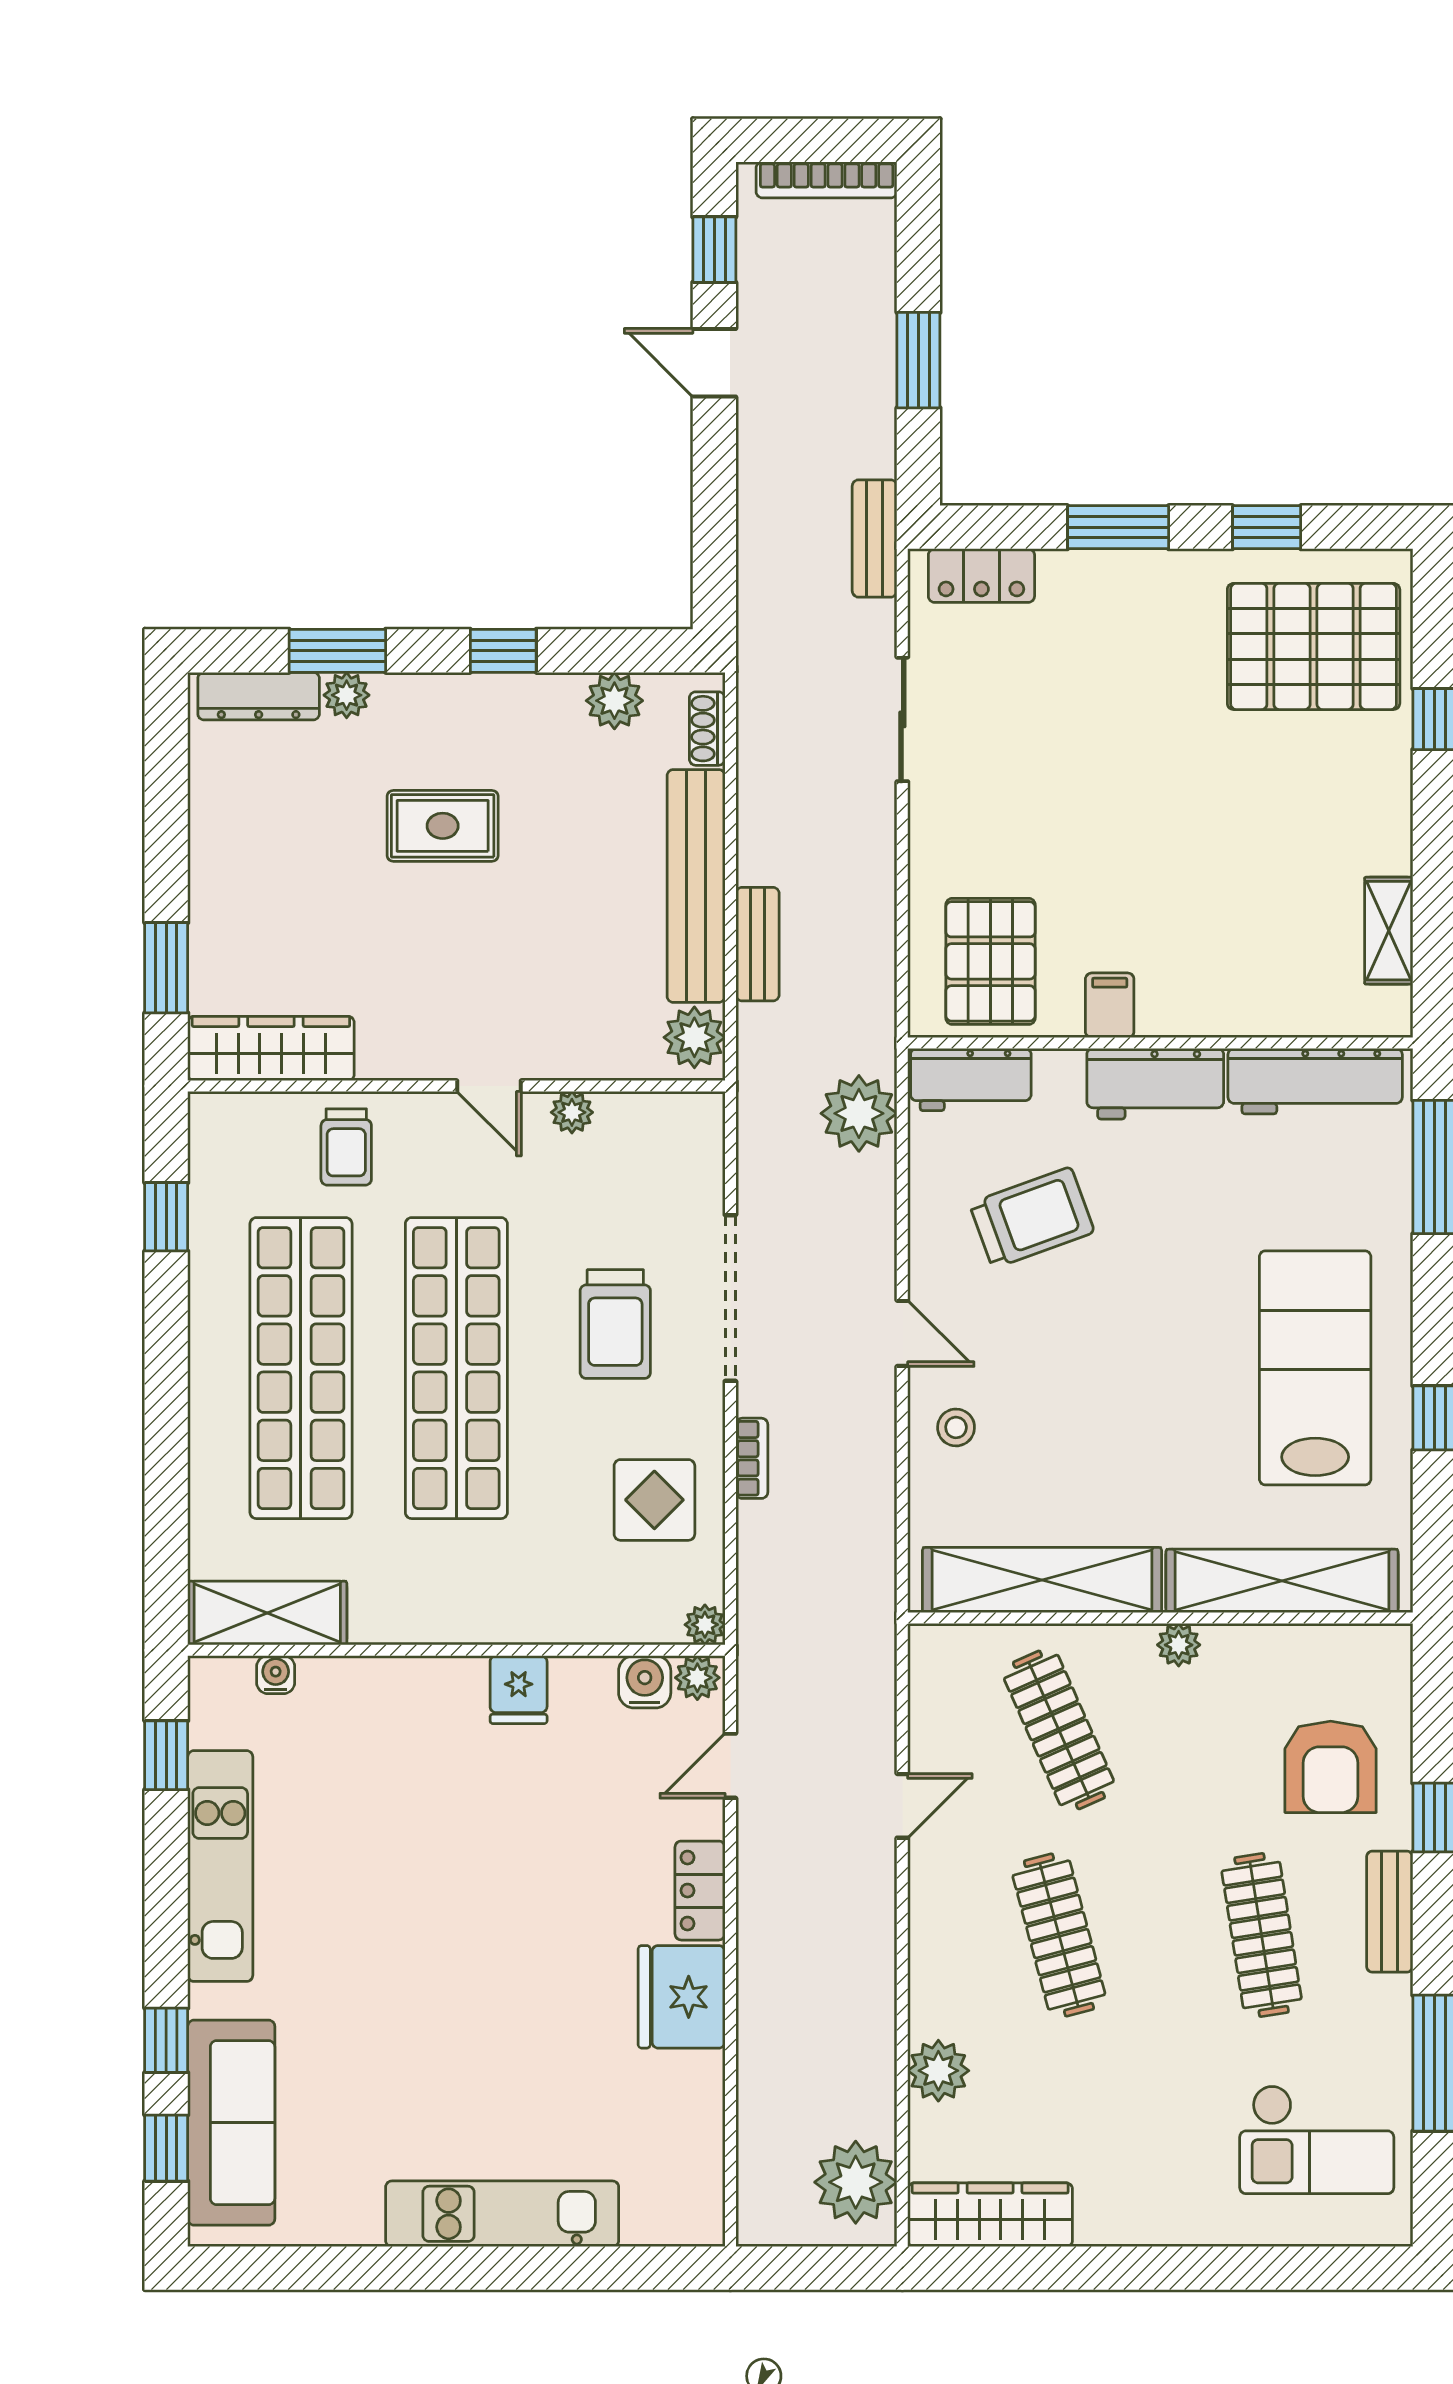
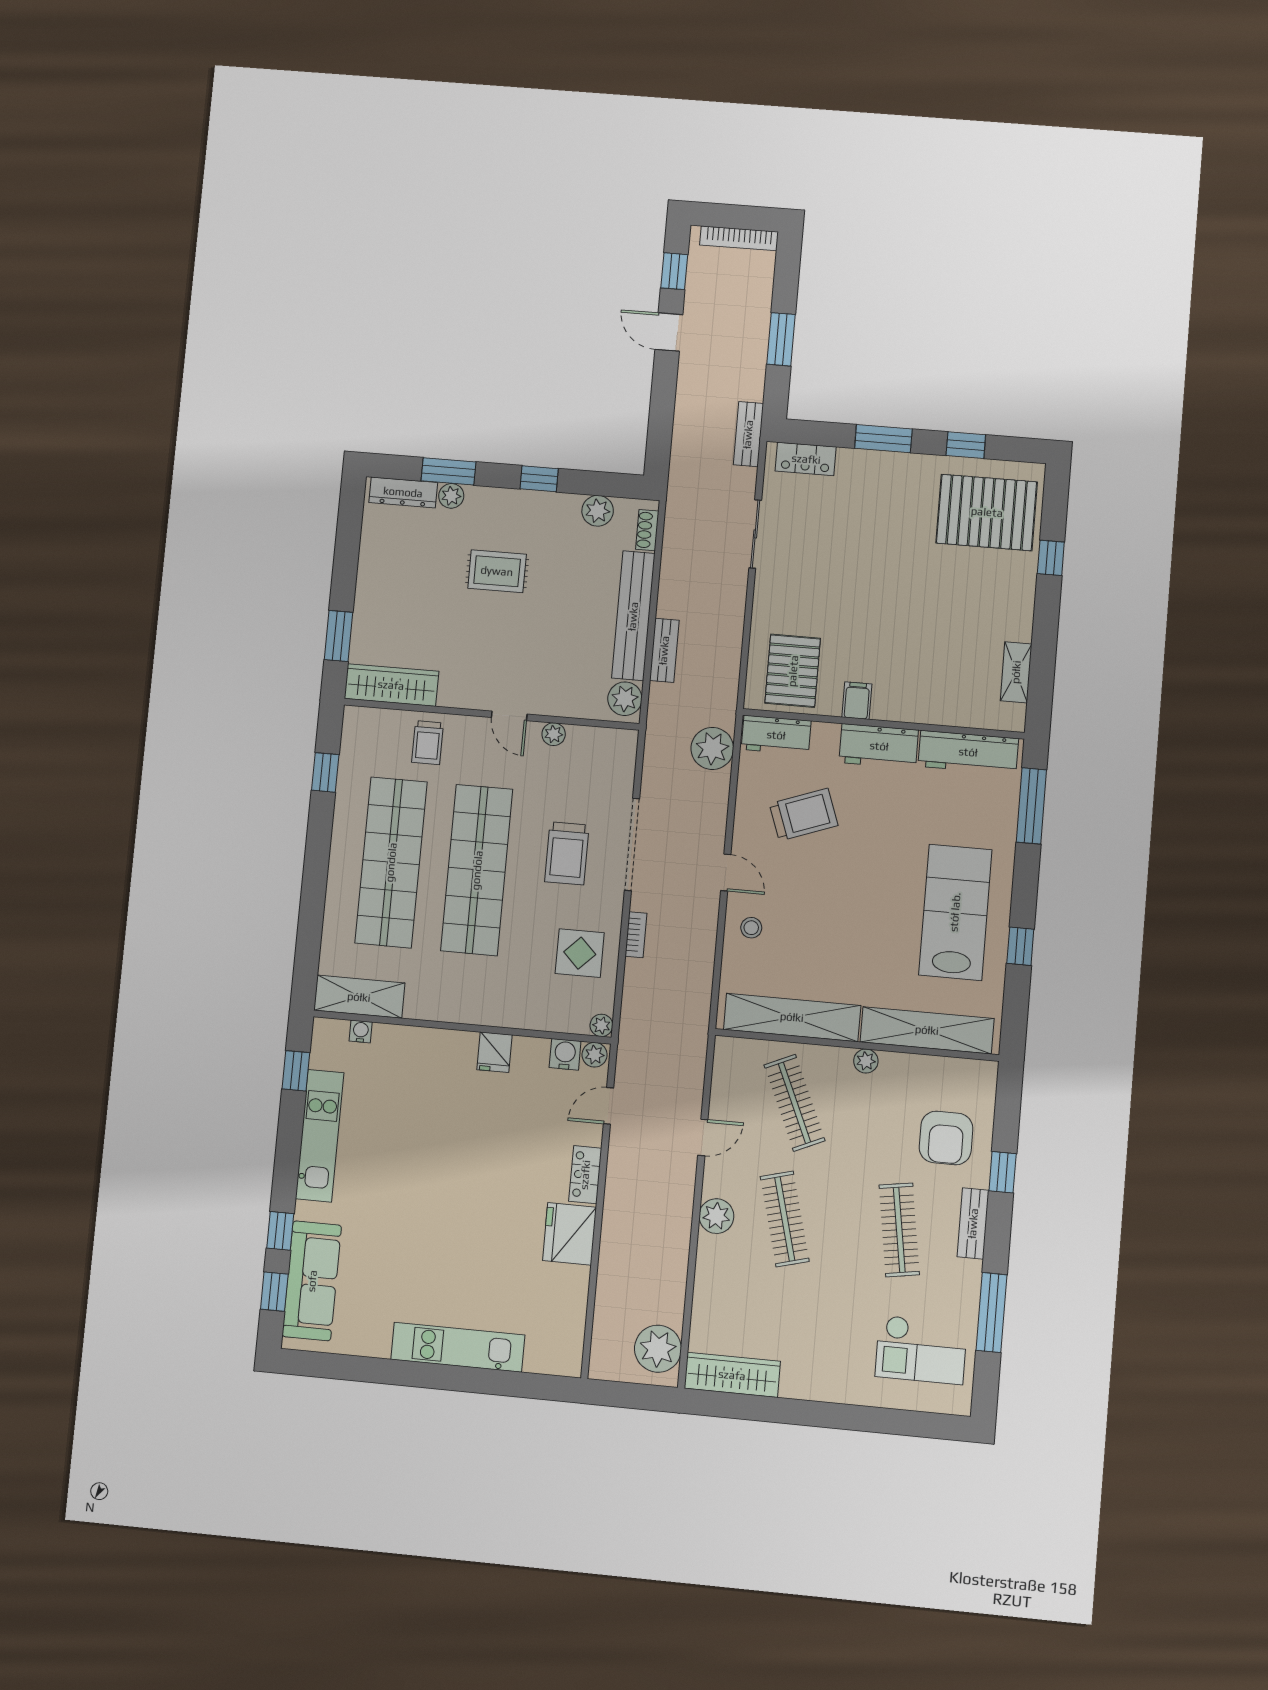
plant: (938, 2071) -> (716, 1216), moved

